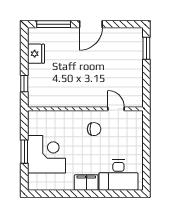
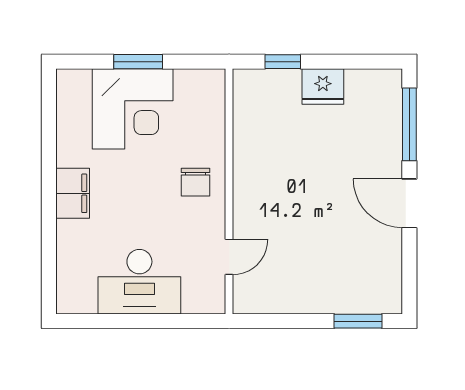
fridge: (36, 54) -> (323, 86), moved
chair: (94, 129) -> (195, 182), moved
desk: (118, 175) -> (139, 282), moved, turned -90

